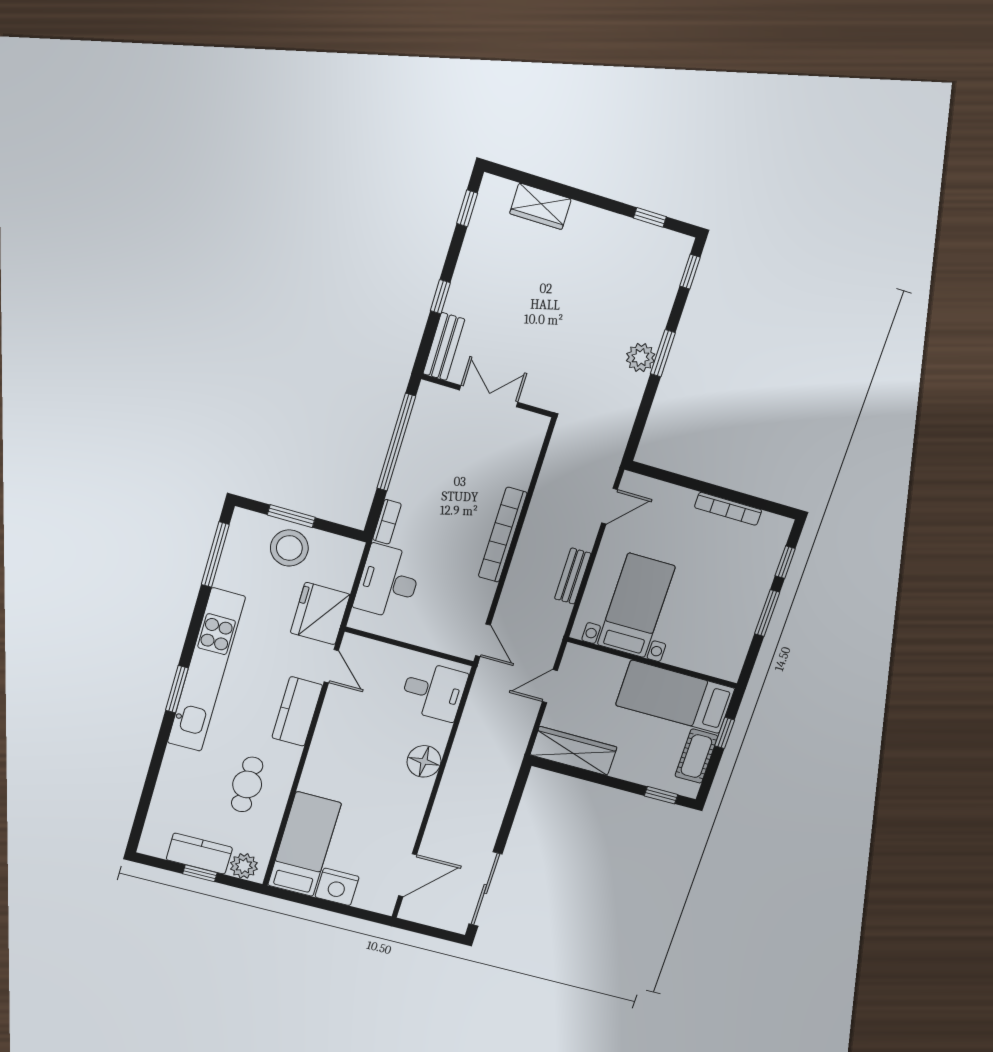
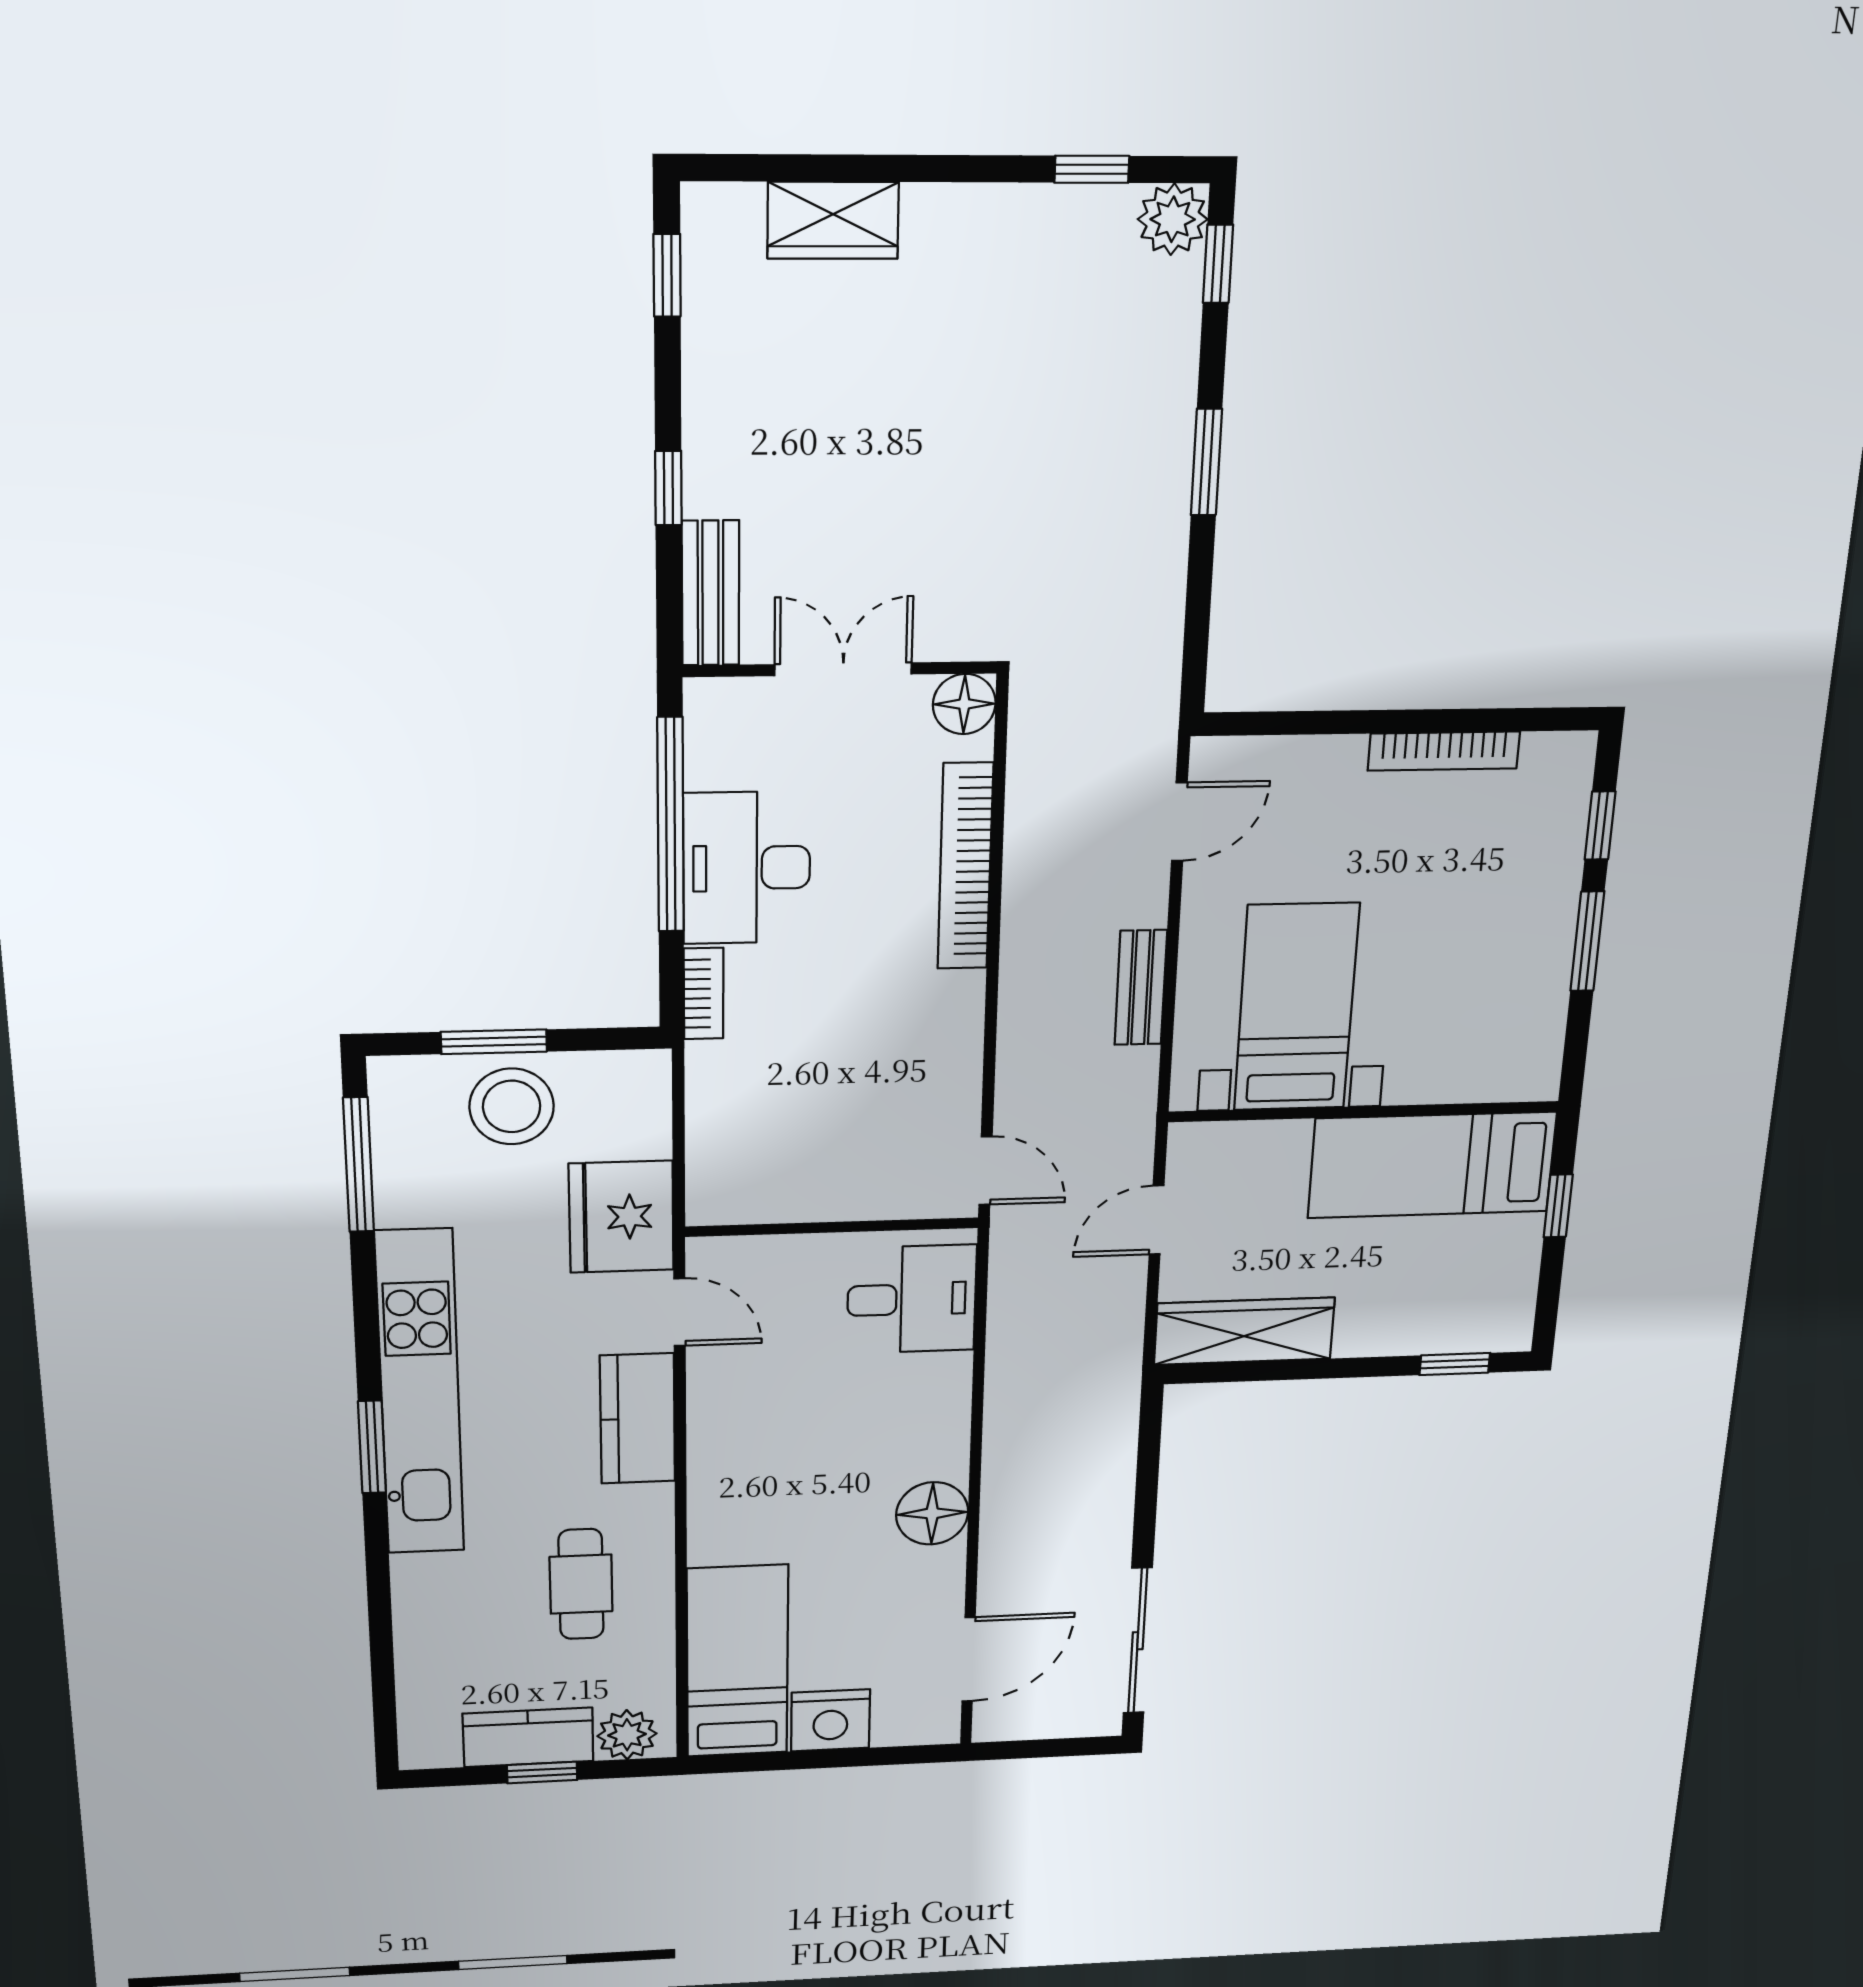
plant: (641, 357) -> (1173, 219), moved
floor lamp: (534, 427) -> (964, 704), added
bookcase: (503, 535) -> (965, 866), moved
desk: (388, 582) -> (747, 868), moved
cot: (696, 756) -> (1510, 1268), removed
floor lamp: (424, 761) -> (932, 1513), moved

